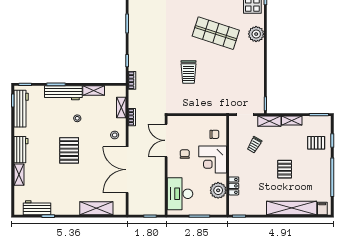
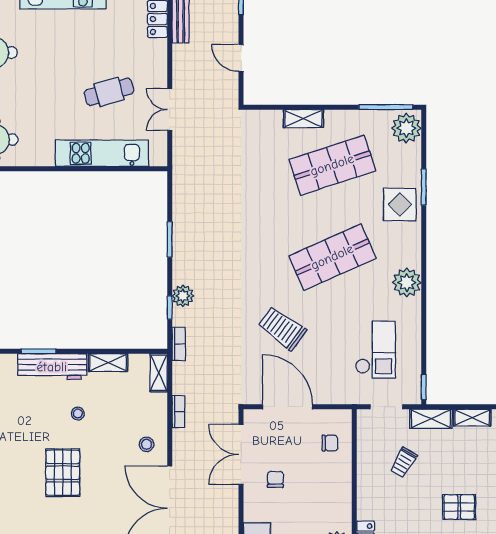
shop shelf: (216, 33) -> (332, 257), turned -42
plant: (256, 34) -> (407, 283), moved
plant: (134, 54) -> (183, 296), added
trolley: (188, 72) -> (282, 328), turned 126
checkout: (239, 84) -> (375, 350), added
shelving: (121, 107) -> (159, 373), moved
door: (191, 115) -> (287, 407), added
corner desk: (213, 160) -> (327, 489), removed
pallet: (285, 169) -> (459, 507), turned 90

